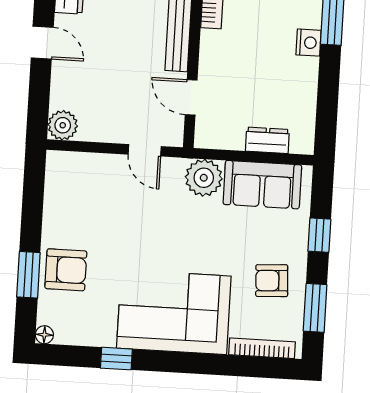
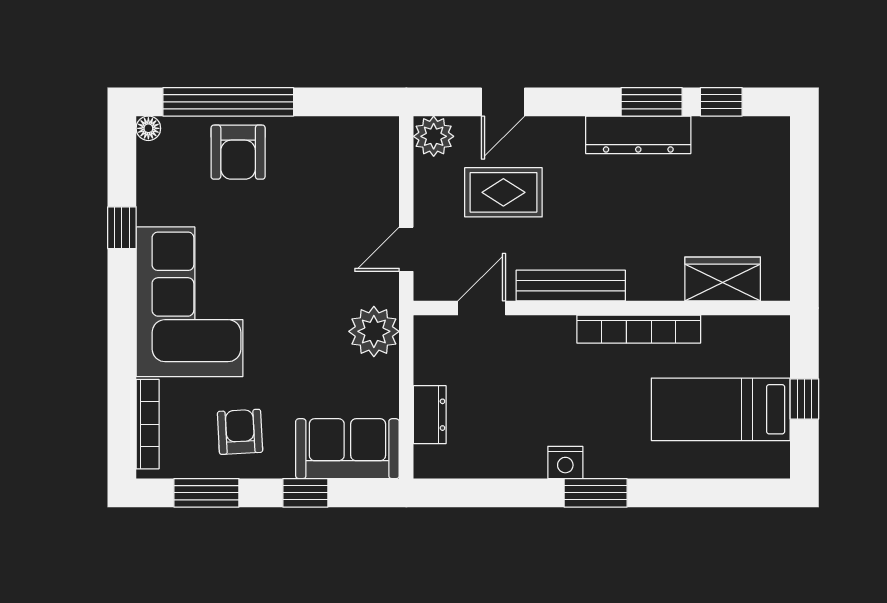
door: (42, 43) -> (503, 102), moved
rug: (107, 76) -> (503, 192), added
sofa: (262, 185) -> (347, 449), moved, turned 90
window: (28, 275) -> (228, 102), width x2.11

